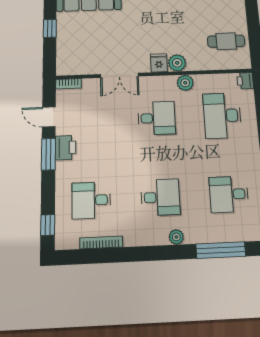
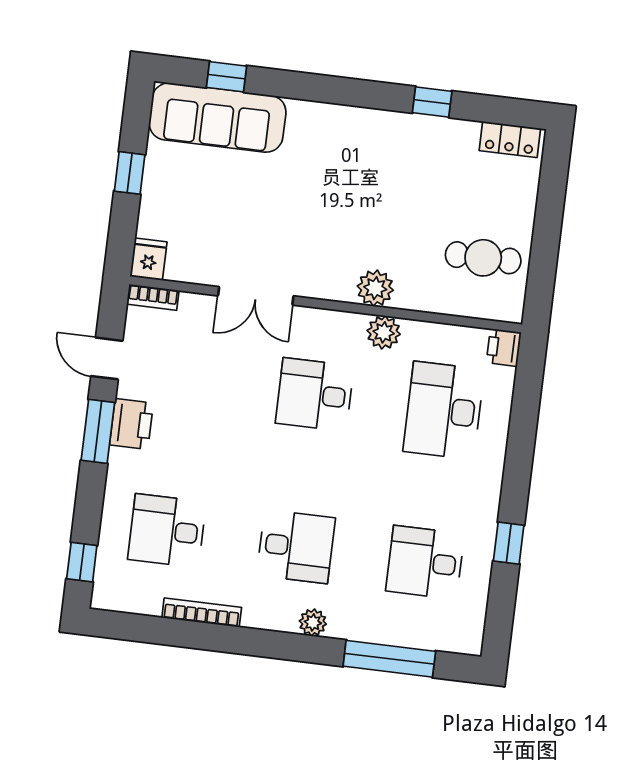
fridge: (159, 63) -> (149, 259), moved
desk: (157, 118) -> (315, 395), turned 180
bookcase: (101, 243) -> (202, 613), moved

